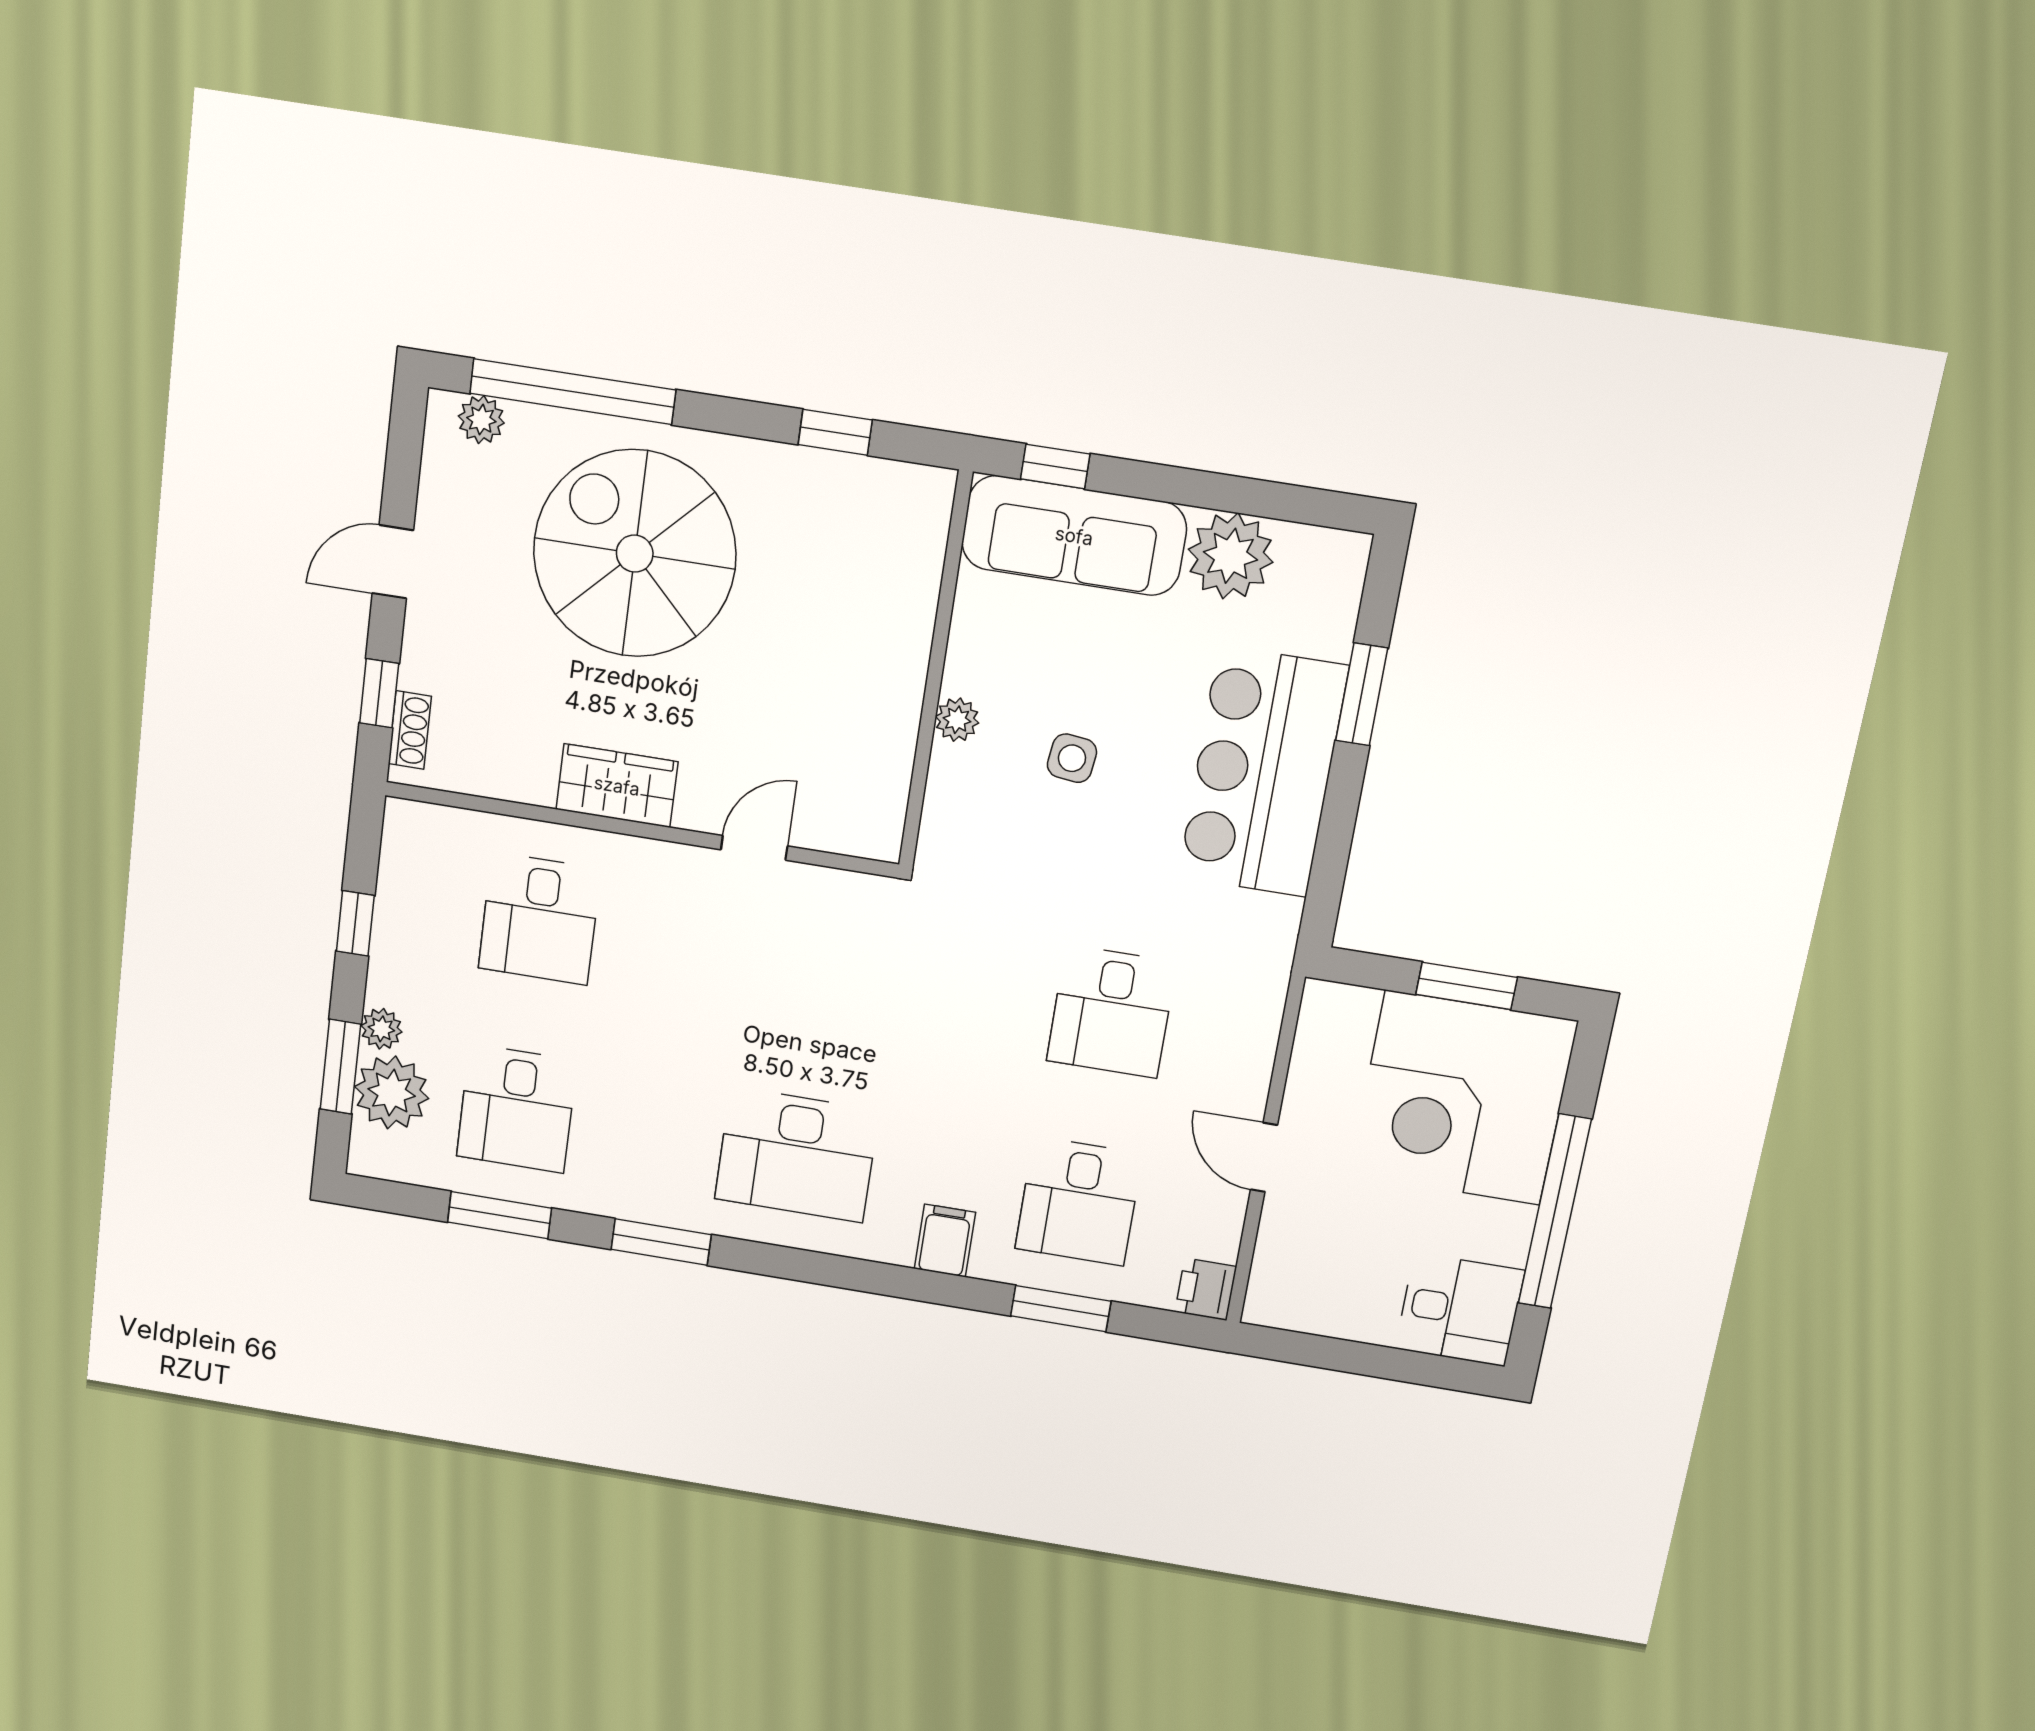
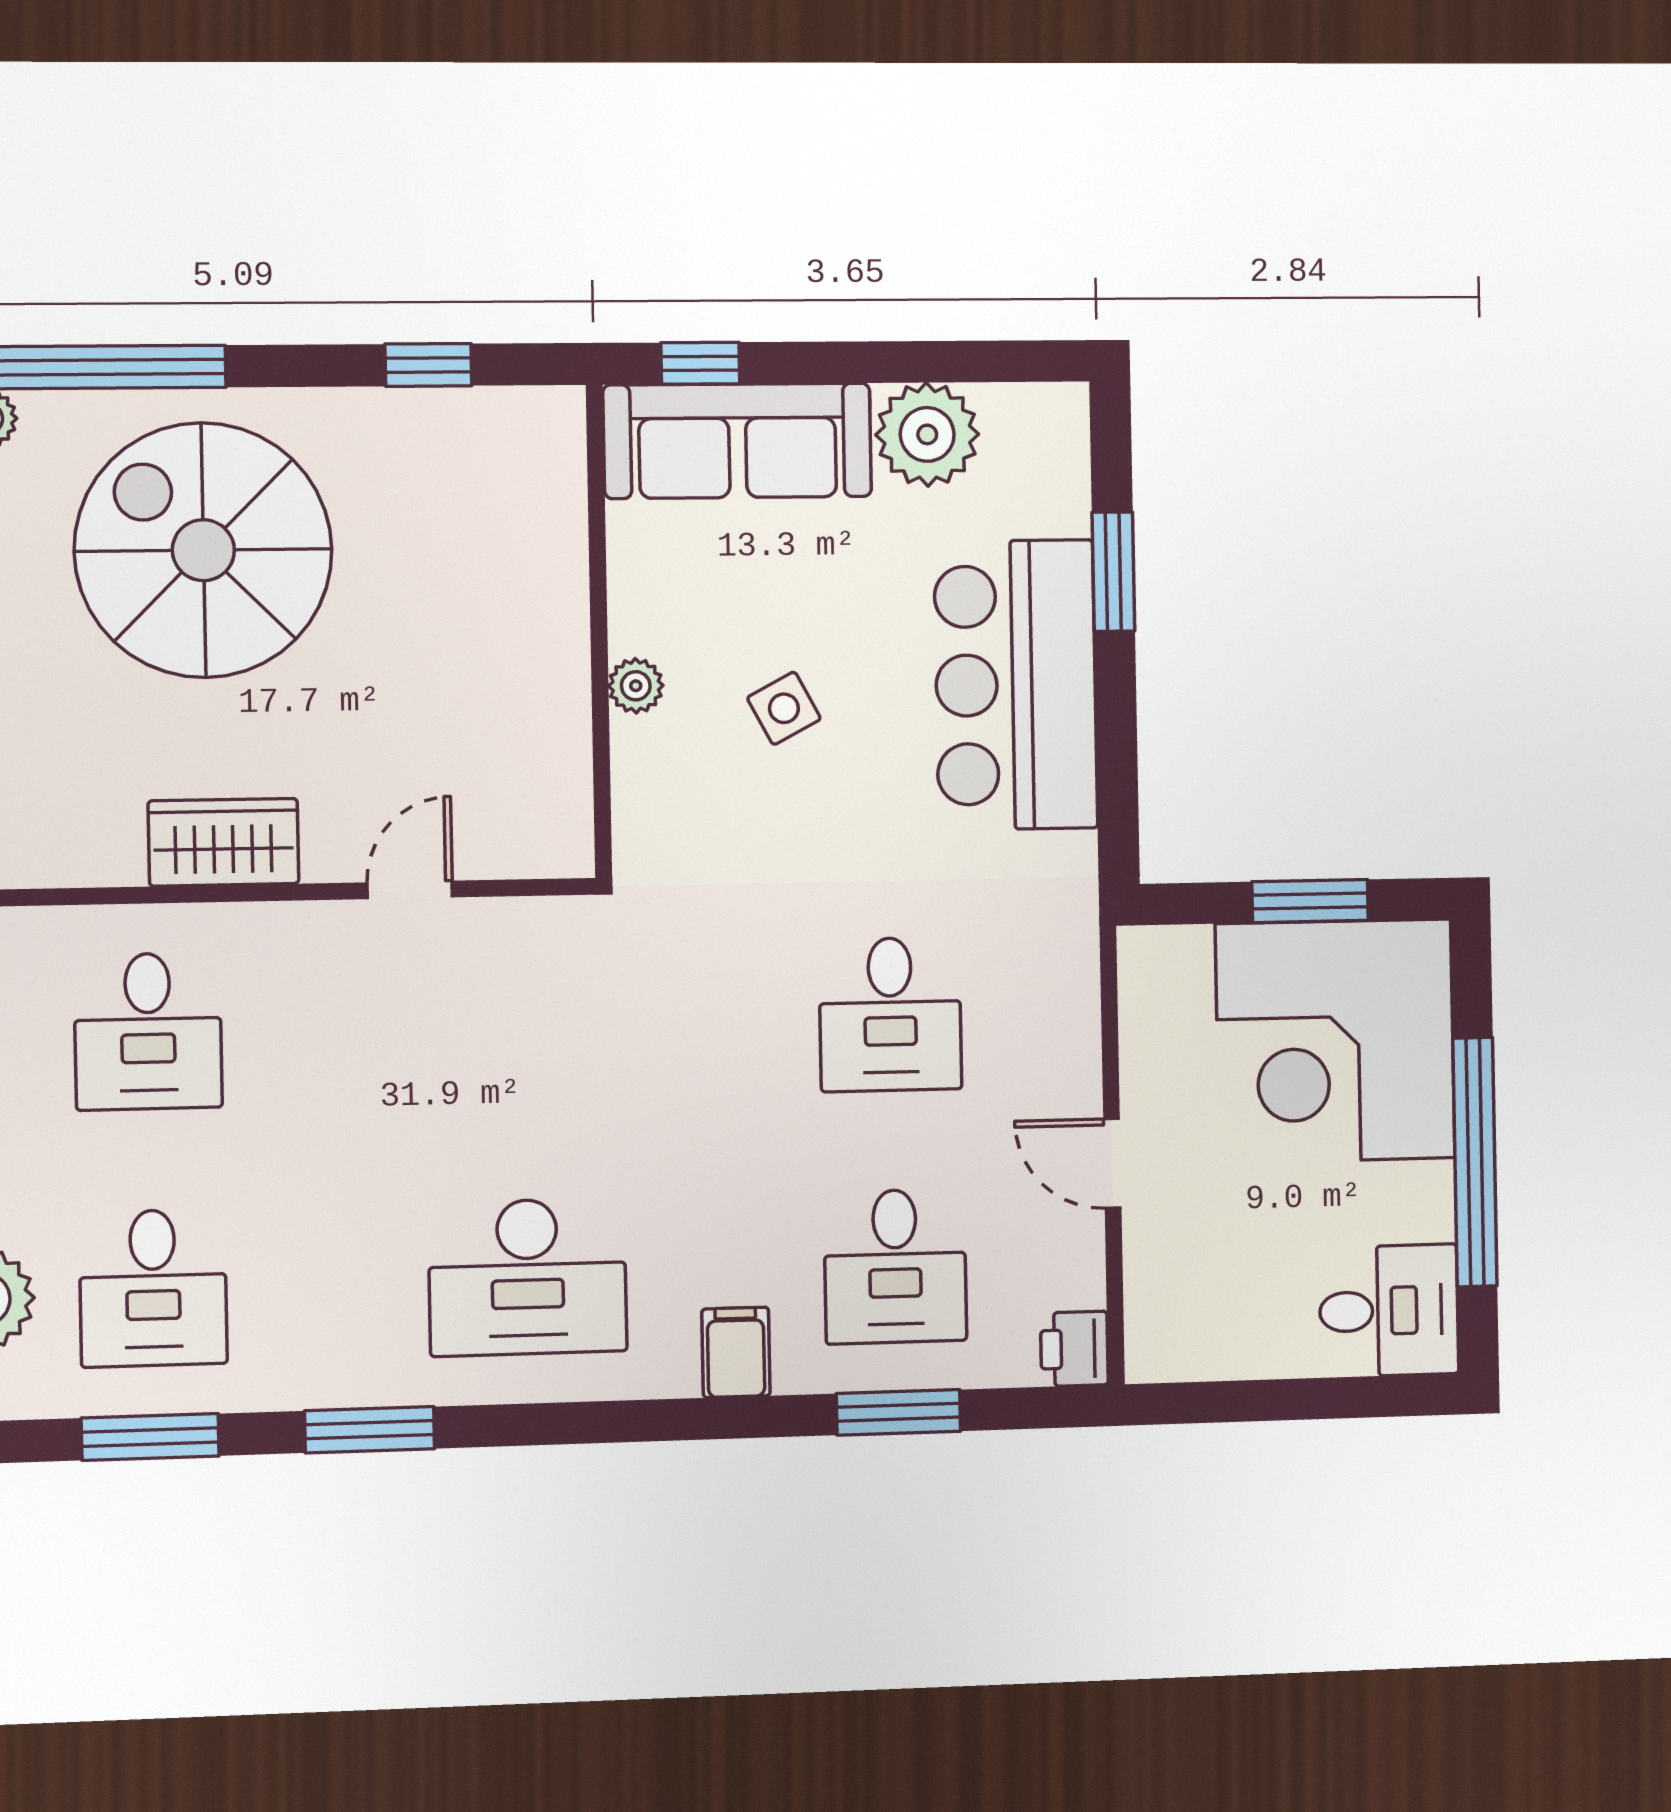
side table: (1072, 758) -> (784, 708), turned -35

